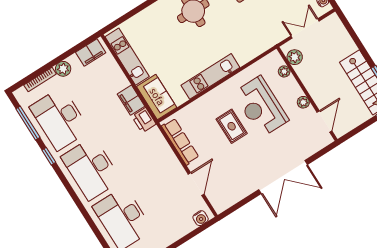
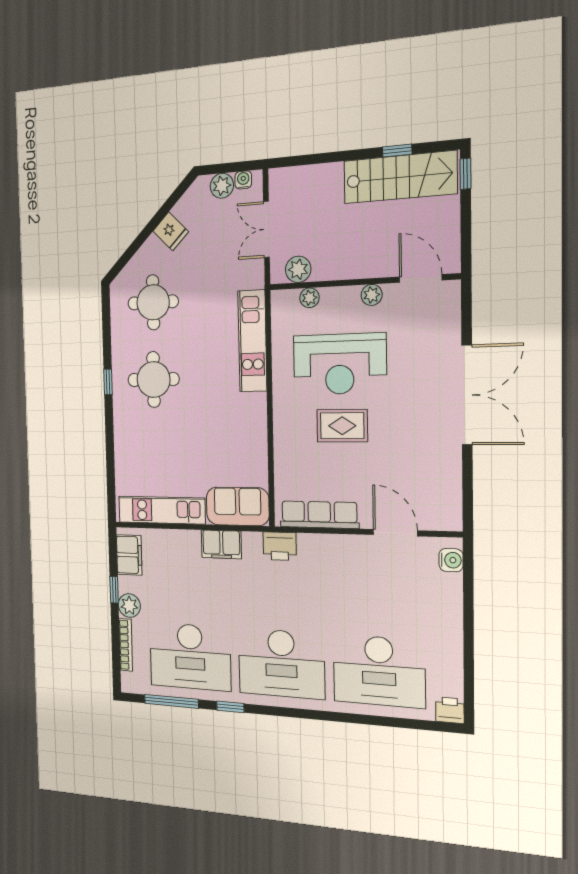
window: (66, 55) -> (114, 590), added
kitchen unit: (210, 76) -> (252, 341), moved
printer: (144, 120) -> (280, 546), moved

